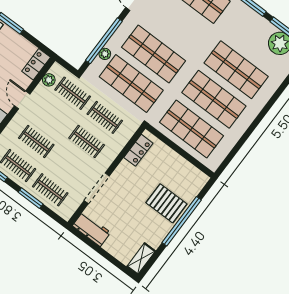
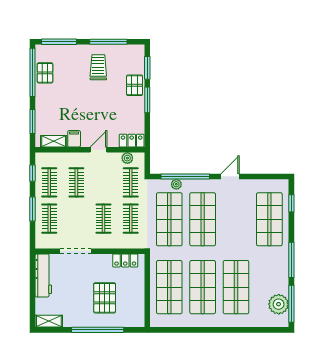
pallet: (166, 203) -> (105, 298), moved
workbench: (92, 229) -> (43, 275), width x1.38

